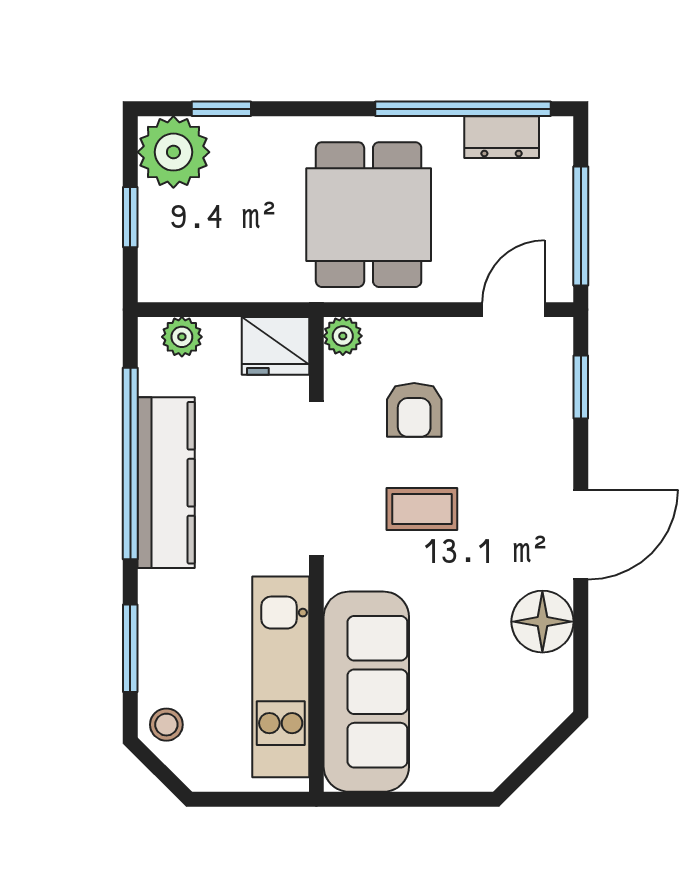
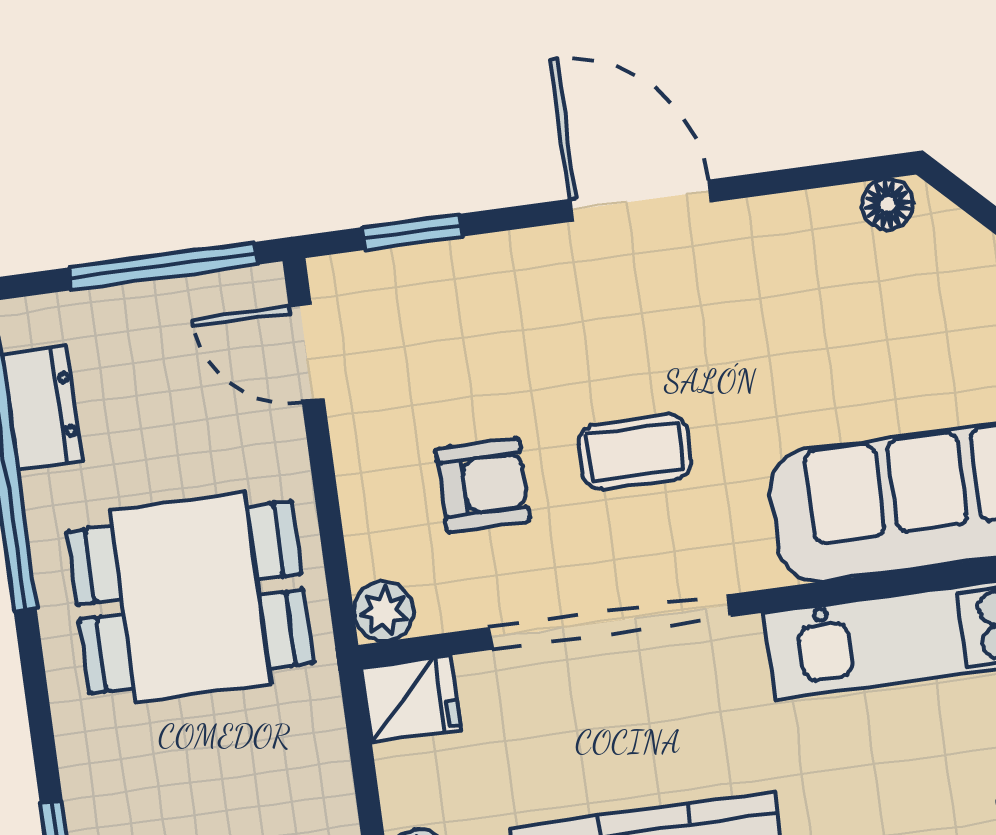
fridge: (275, 346) -> (411, 699), width x0.72
coffee table: (422, 509) -> (635, 452), turned 90
floor lamp: (542, 622) -> (888, 204), moved, width x0.53, depth x0.53

